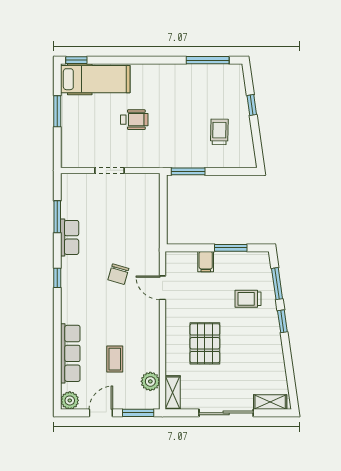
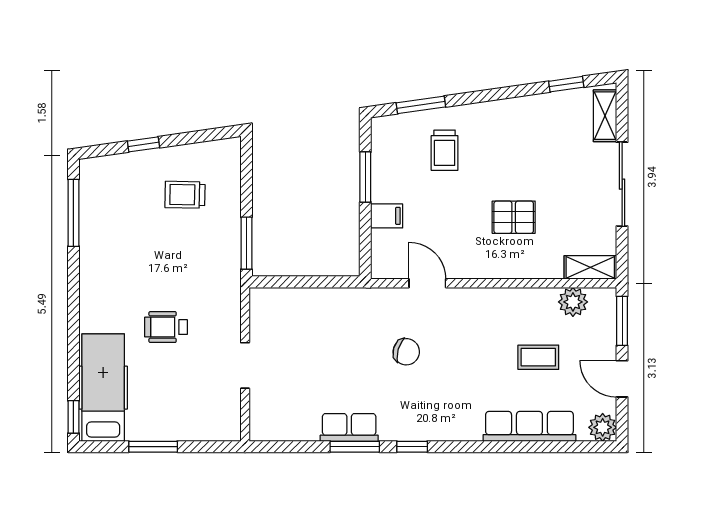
wheelchair: (134, 120) -> (166, 327), turned -90
window: (57, 217) -> (355, 447), moved
door: (162, 288) -> (427, 283), swing flipped
window: (282, 321) -> (566, 84), moved
pallet: (205, 343) -> (514, 217), width x0.67, depth x0.71

